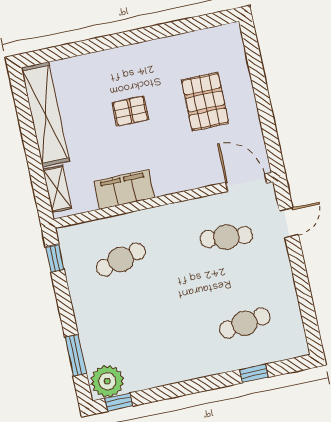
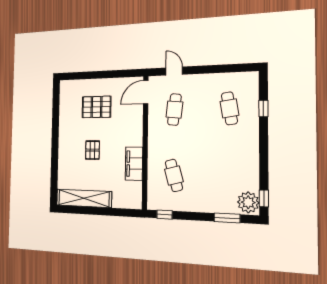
shelving: (57, 189) -> (125, 203), removed

